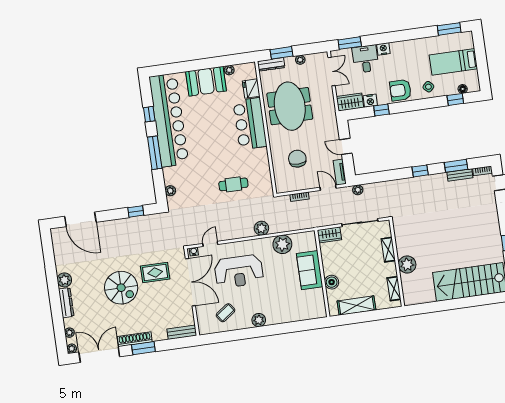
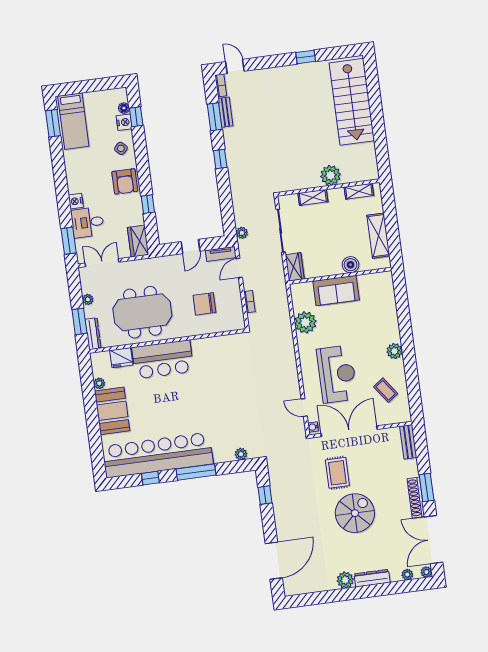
bed: (453, 62) -> (73, 121), moved
nightstand: (370, 101) -> (124, 122), moved
cafe table: (233, 184) -> (234, 380), removed
plant: (261, 228) -> (286, 347), removed

